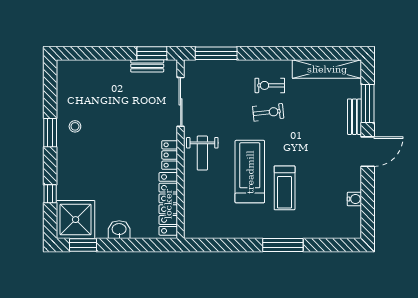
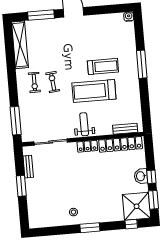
window: (152, 53) -> (21, 186), moved
bench: (354, 117) -> (125, 129), moved
window: (50, 133) -> (90, 228), moved
weight bench: (202, 153) -> (84, 124), turned -90
window: (50, 194) -> (131, 224), moved
water cooler: (354, 199) -> (129, 17), moved
window: (117, 245) -> (151, 177), added

